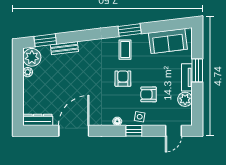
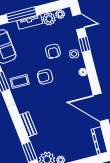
bench: (64, 48) -> (28, 124), moved
window: (197, 70) -> (22, 15), width x1.44
plant: (187, 113) -> (60, 14), added
window: (134, 131) -> (84, 44), moved

